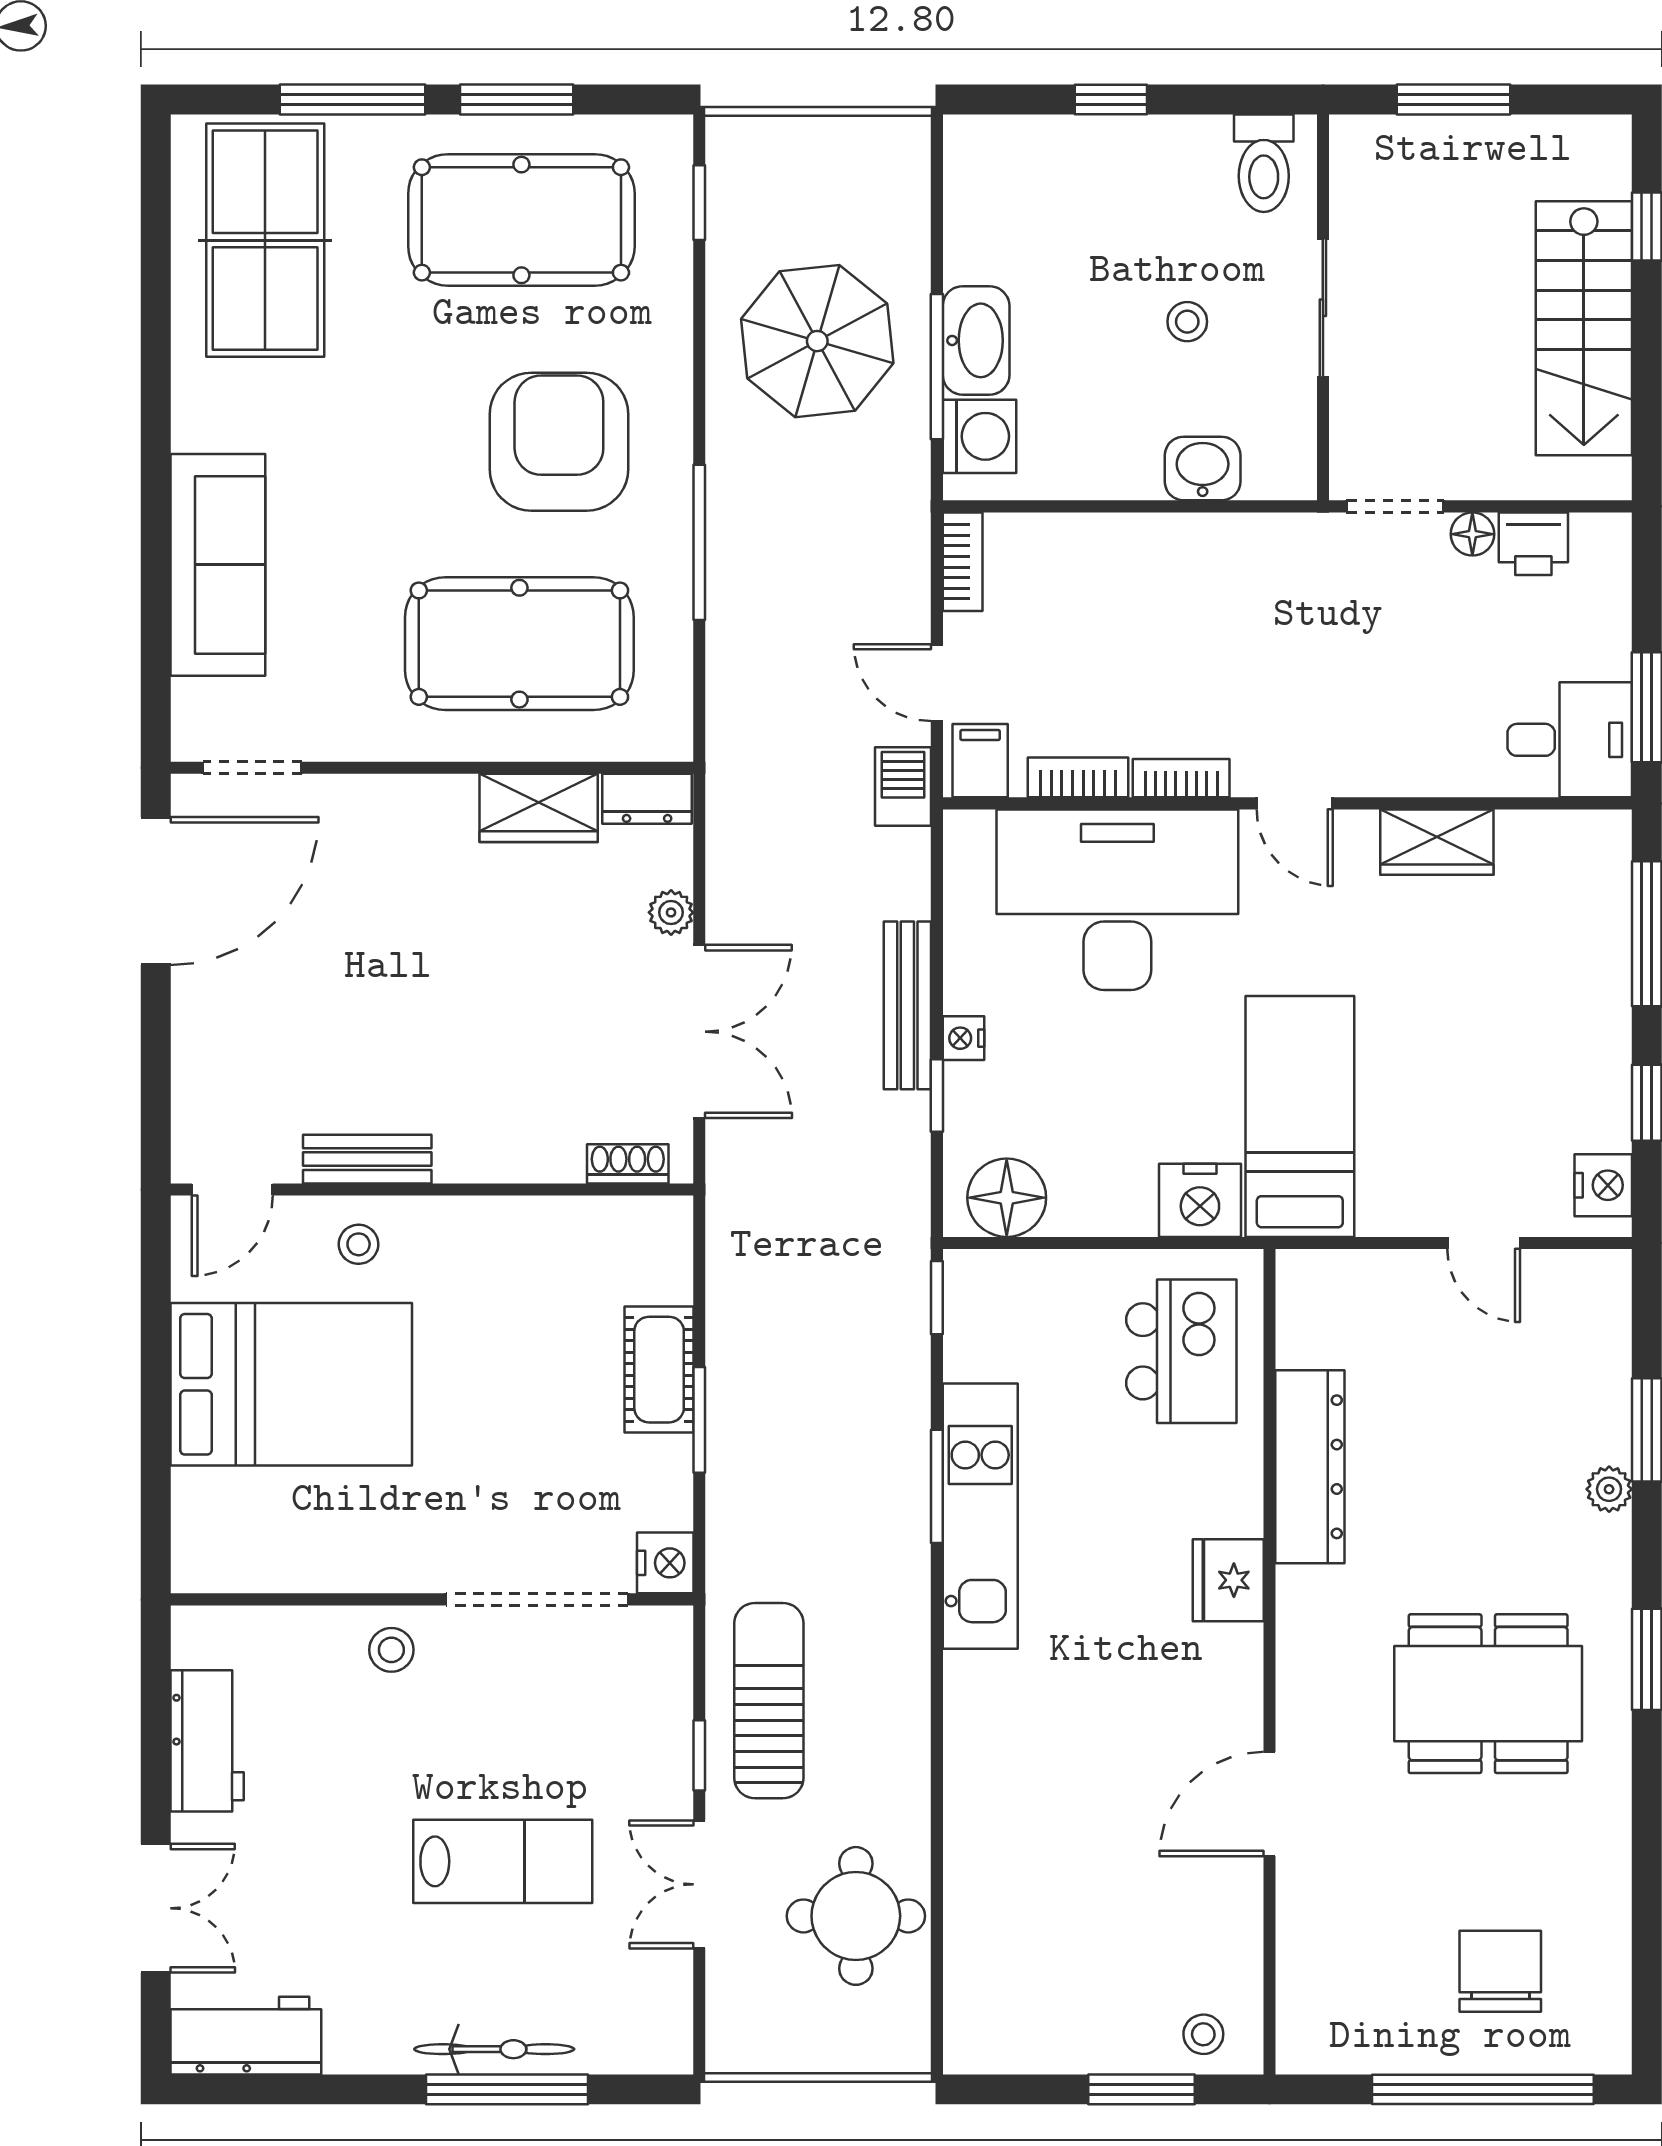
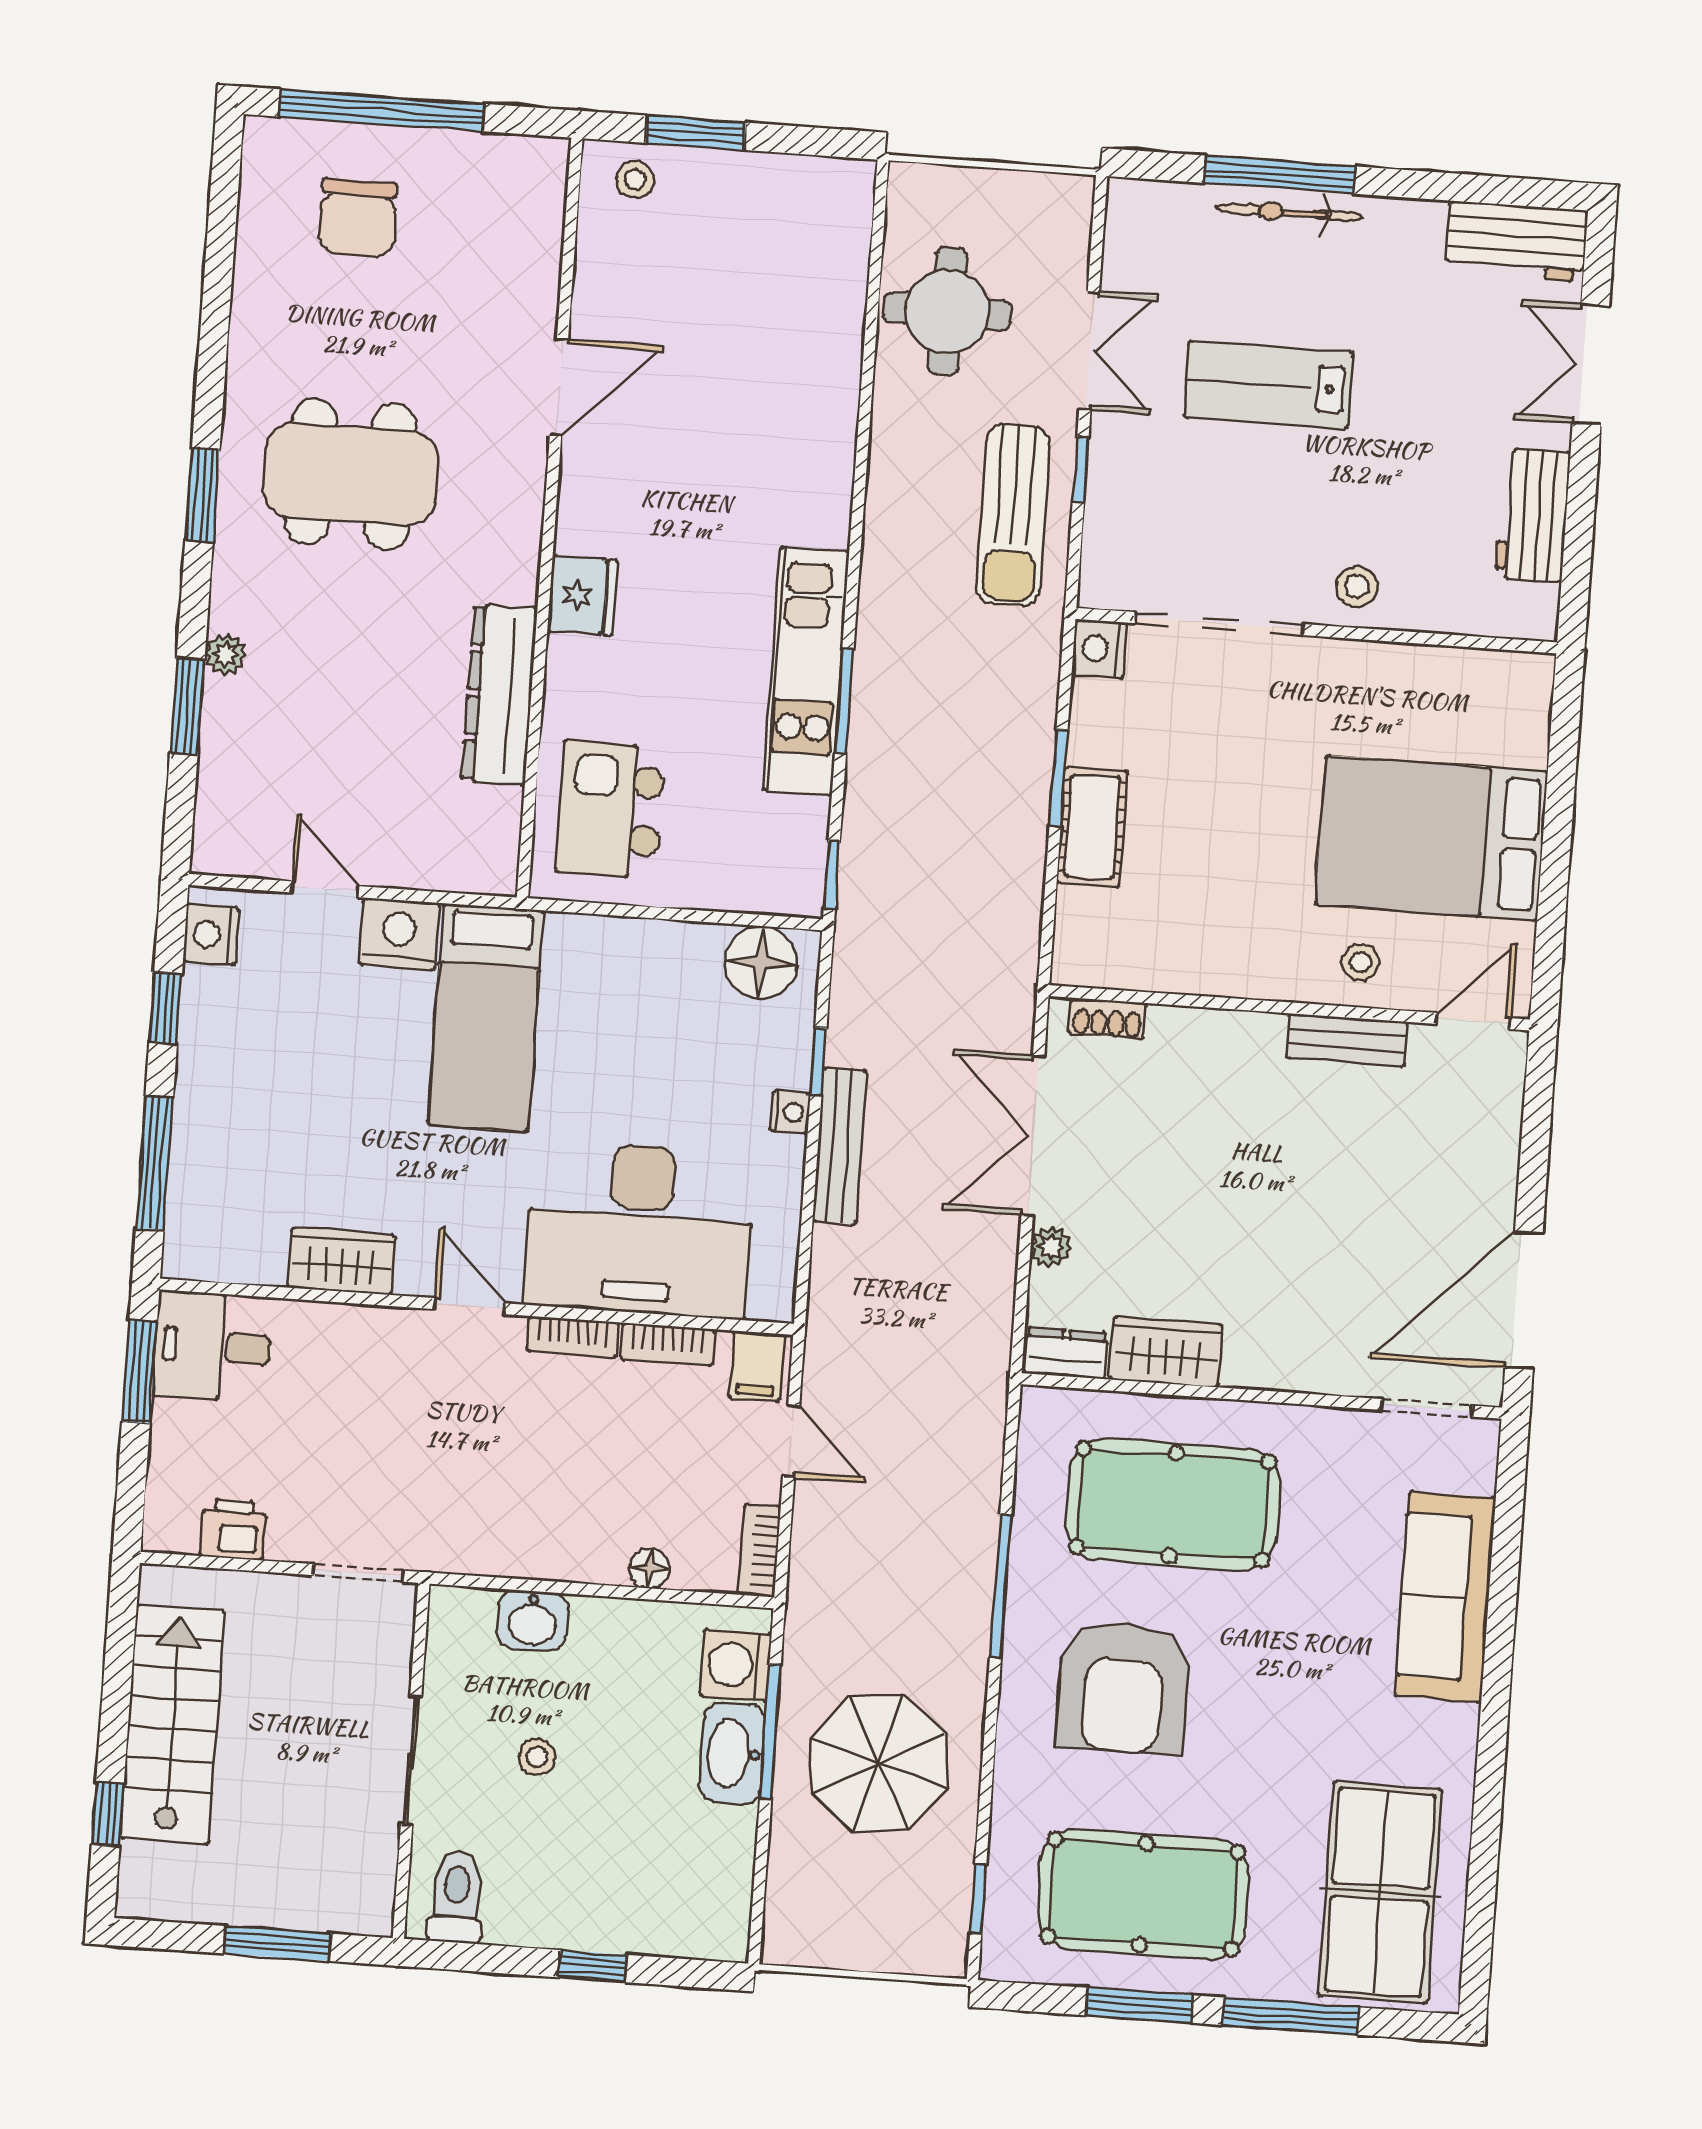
floor lamp: (1472, 534) -> (649, 1568), moved
barbecue: (903, 787) -> (829, 1348), removed
nightstand: (1200, 1200) -> (399, 934), moved

